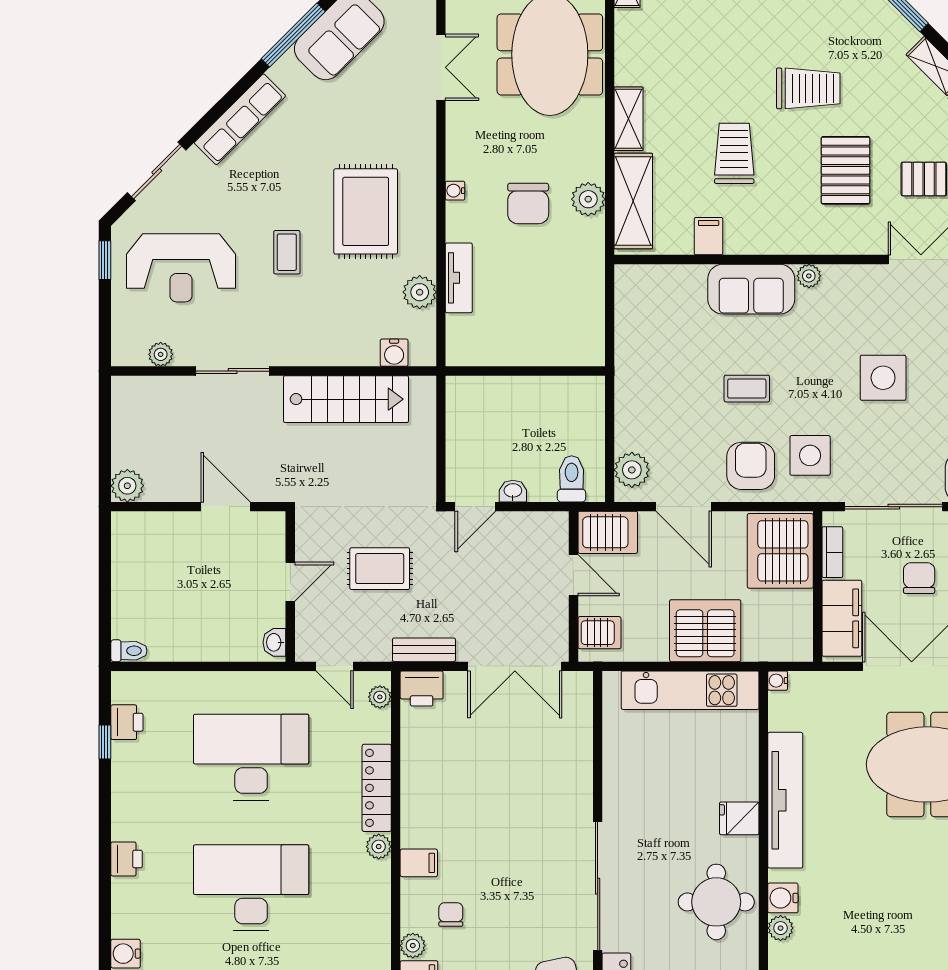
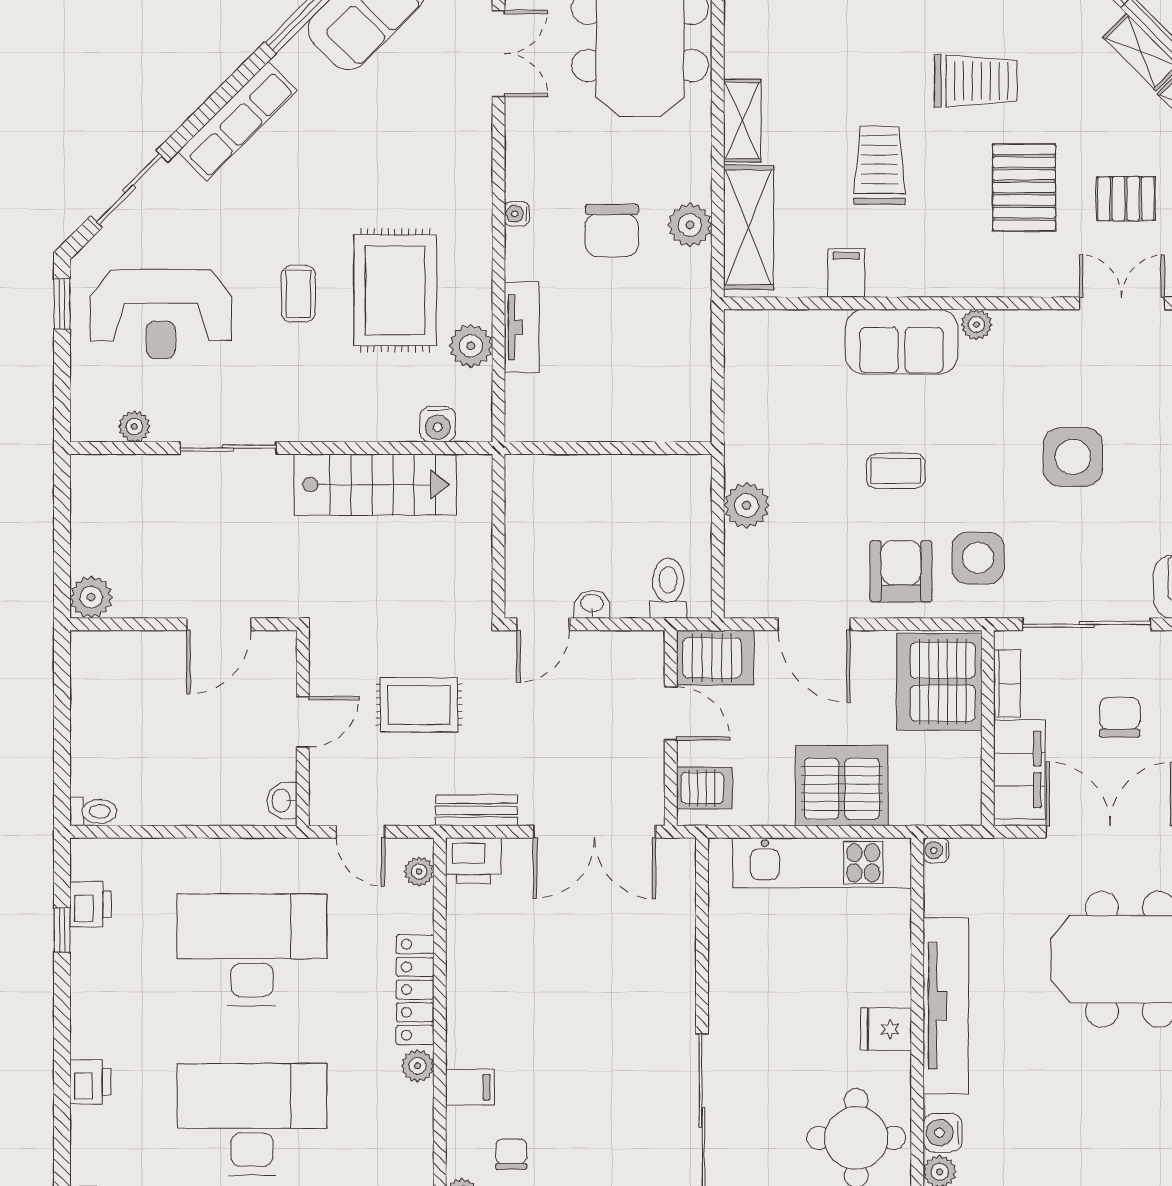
rug: (366, 211) -> (395, 290), moved
plant: (632, 470) -> (746, 505), moved
door: (226, 507) -> (219, 624), swing flipped

